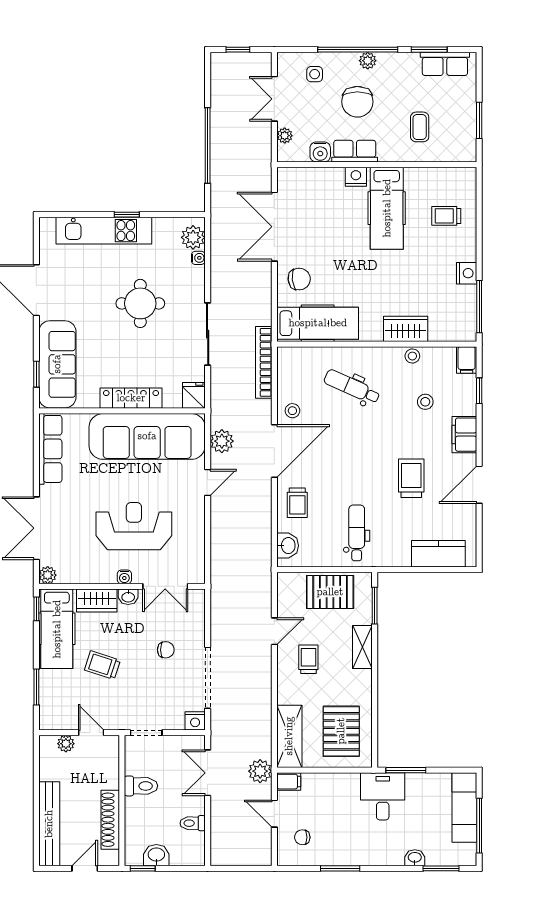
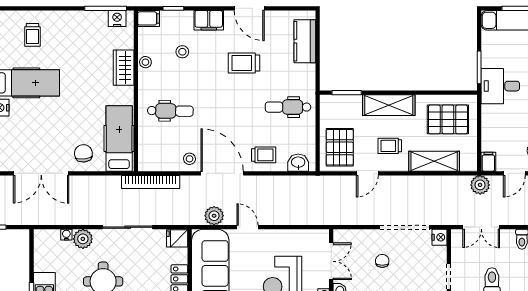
plant: (193, 237) -> (83, 239), moved
nightstand: (467, 273) -> (117, 18), moved
dental chair: (352, 387) -> (170, 111), turned -113
pallet: (330, 592) -> (340, 147), moved
door: (274, 631) -> (367, 173), swing flipped
shelving: (362, 647) -> (389, 105), width x1.50, depth x1.33
shelving: (289, 736) -> (434, 161), moved

